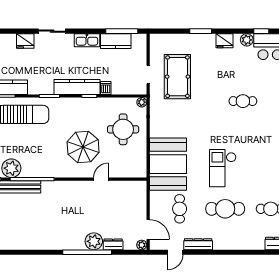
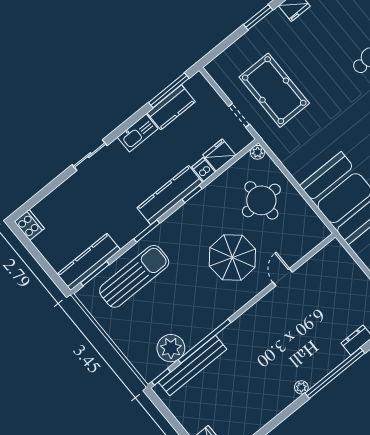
fridge: (25, 41) -> (219, 155), moved, turned 180
plant: (94, 241) -> (301, 387), moved, width x0.53, depth x0.53

